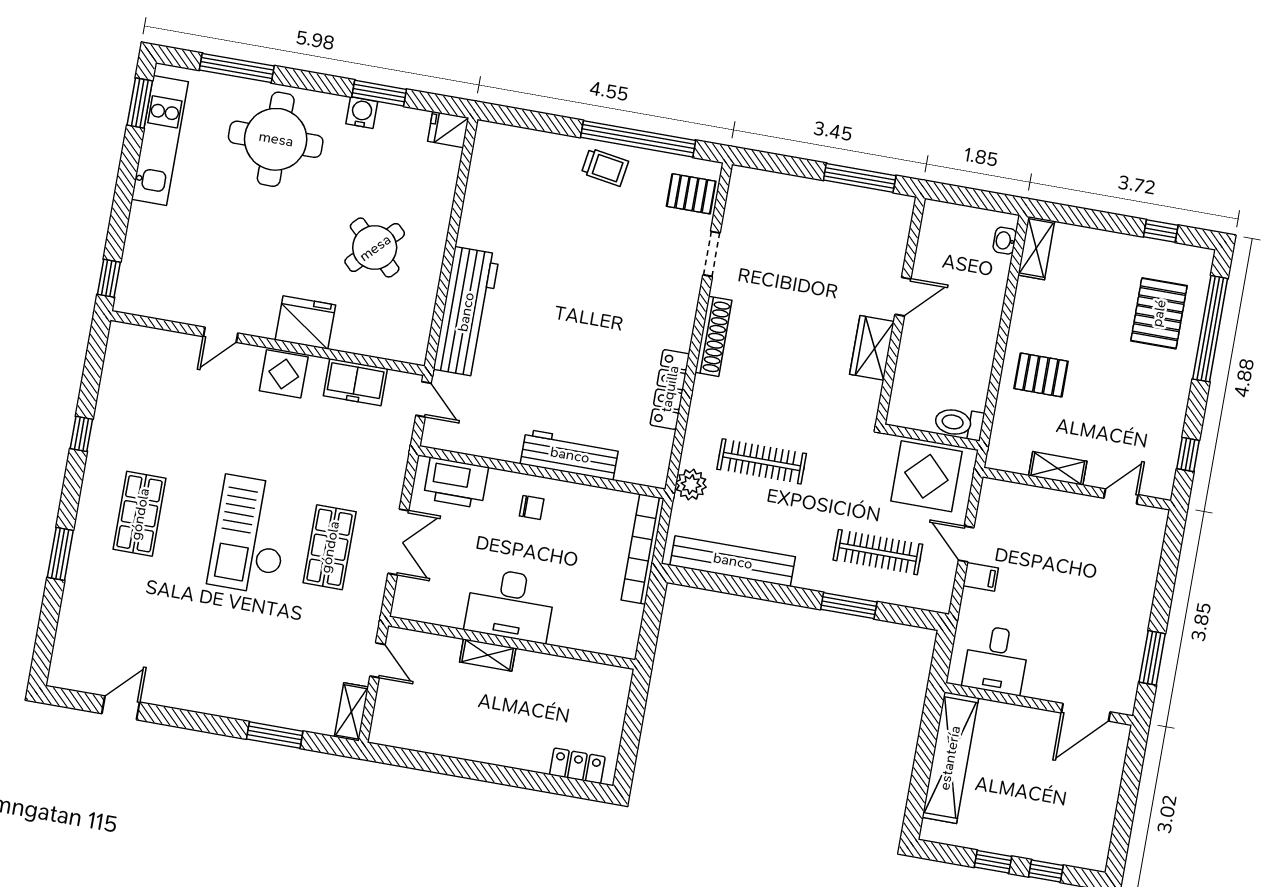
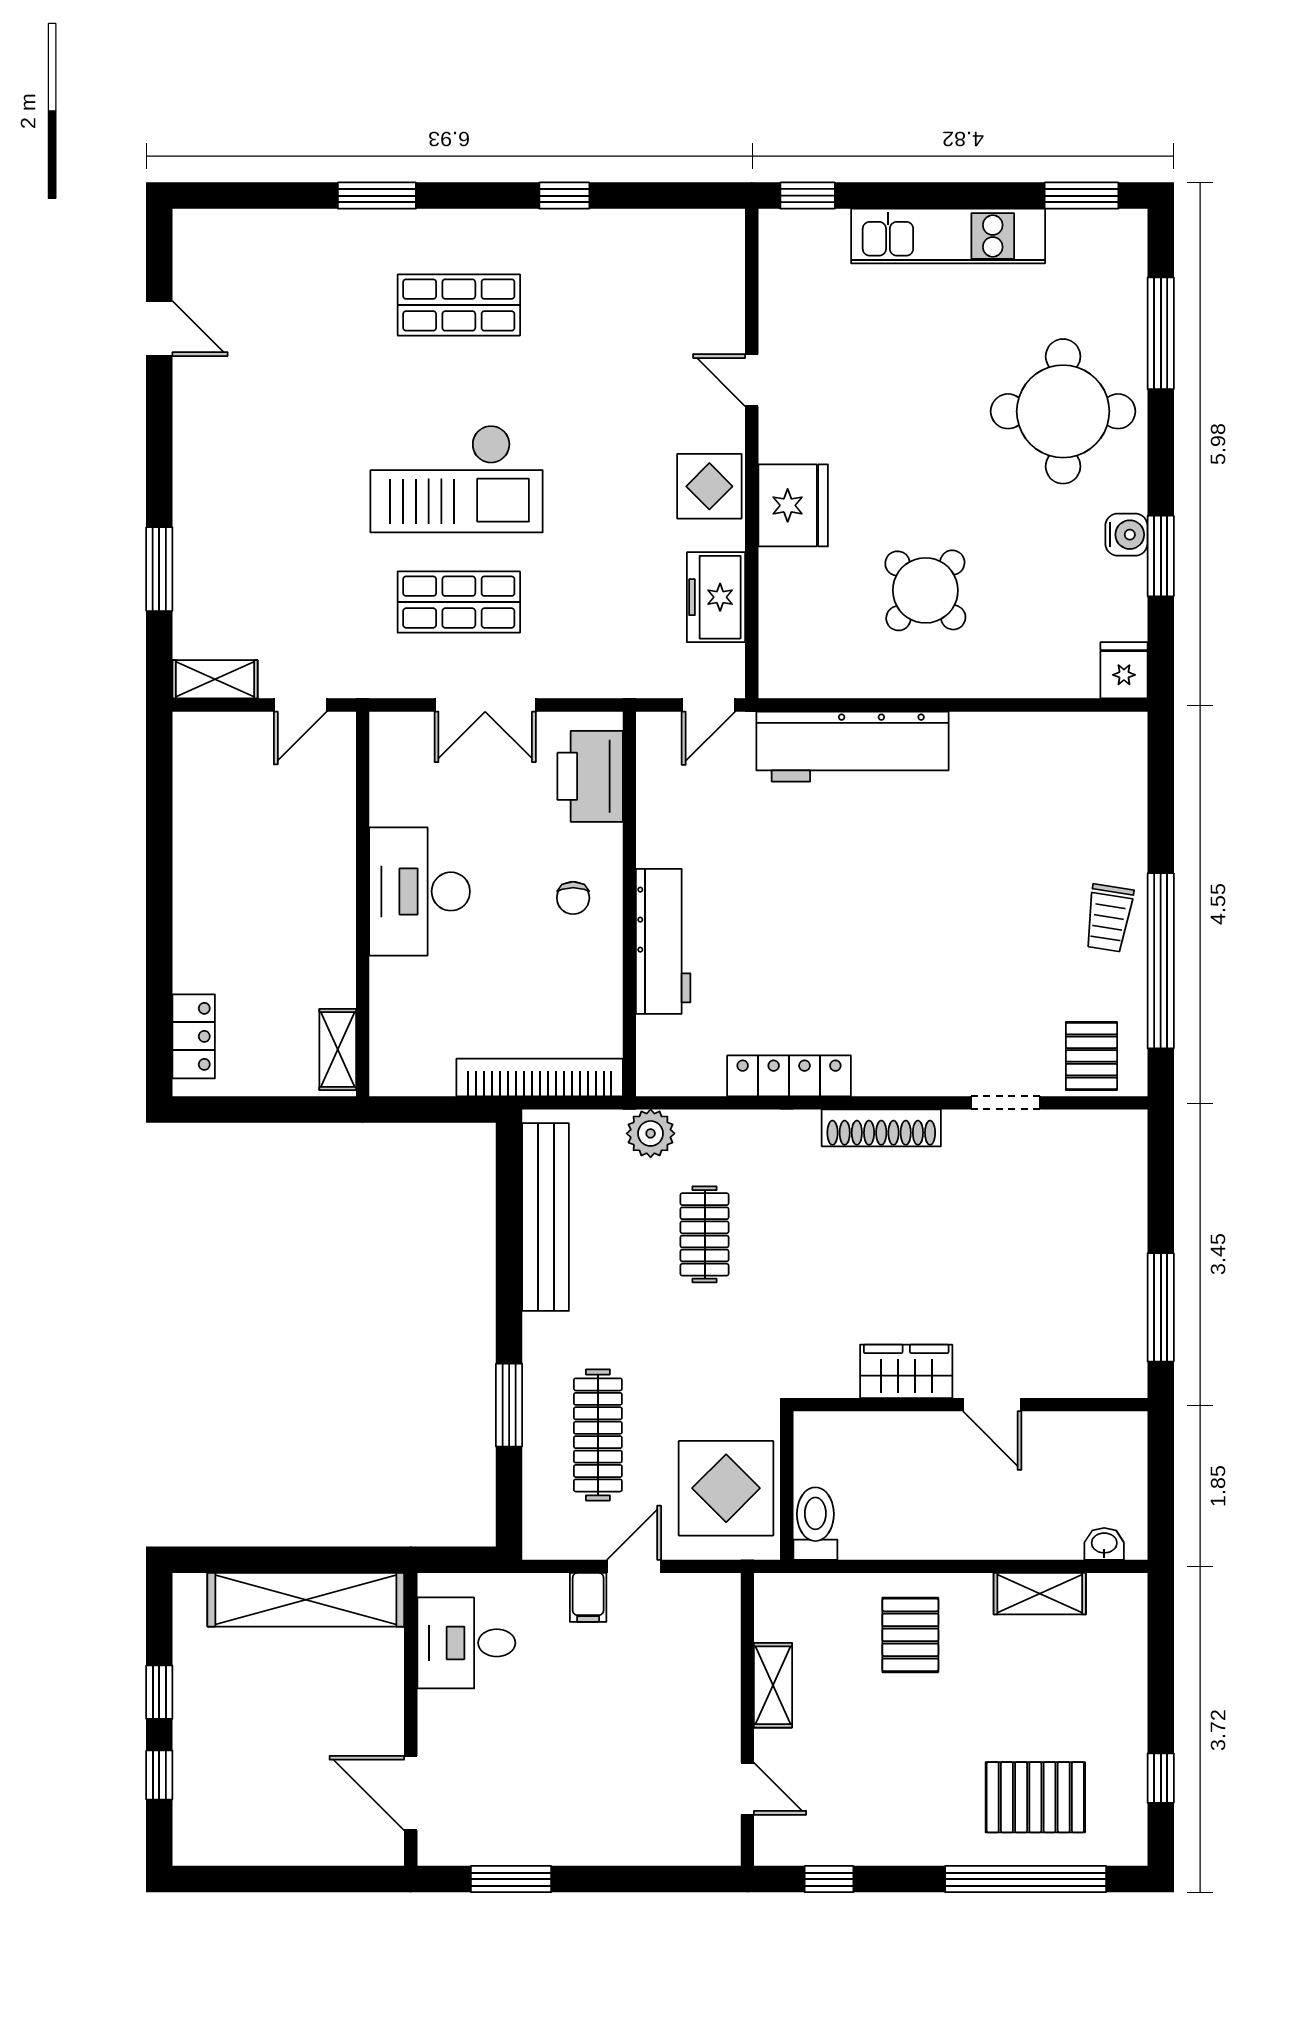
kitchen unit: (160, 140) -> (948, 236), moved
shelving: (1036, 248) -> (1040, 1594), moved
clothes rail: (762, 461) -> (705, 1234), width x0.73
checkout: (250, 535) -> (457, 479), turned 180
shelving: (488, 655) -> (338, 1050), moved

